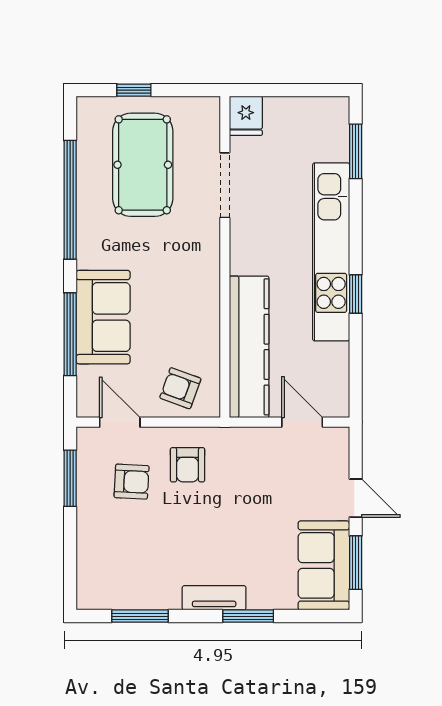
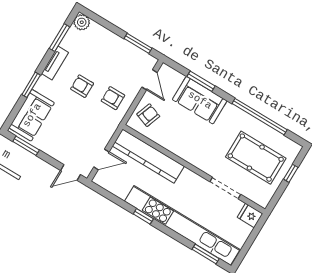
kitchen unit: (331, 252) -> (182, 225), width x1.36
window: (70, 334) -> (201, 81), width x0.69
door: (120, 422) -> (149, 80), hinge flipped
armchair: (132, 482) -> (82, 86), moved, turned 87
door: (356, 498) -> (70, 173), moved
sofa: (324, 565) -> (32, 115), moved, turned 90
plant: (92, 594) -> (82, 22), added
tv unit: (214, 598) -> (55, 63), moved

